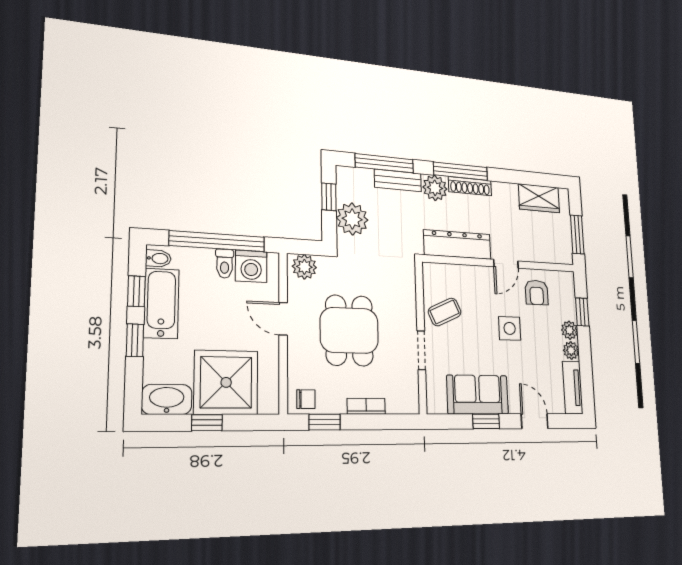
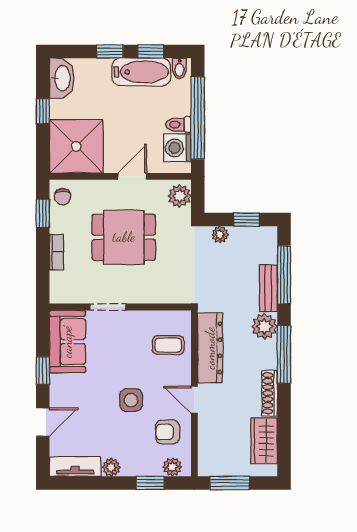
shoe rack: (470, 186) -> (270, 393), moved
plant: (352, 219) -> (220, 235), width x0.53, depth x0.53
coffee table: (445, 312) -> (168, 345), moved, turned -65
plant: (570, 330) -> (172, 467), moved
shower: (226, 382) -> (76, 146), moved
sofa: (478, 395) -> (67, 342), moved

